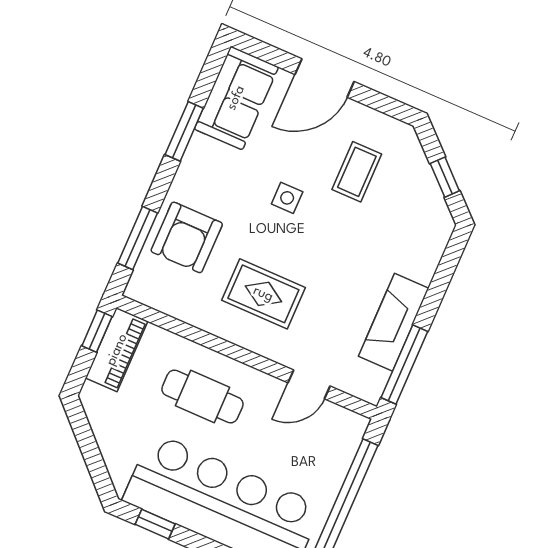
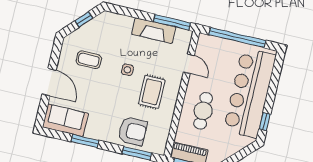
side table: (287, 198) -> (127, 70), moved

